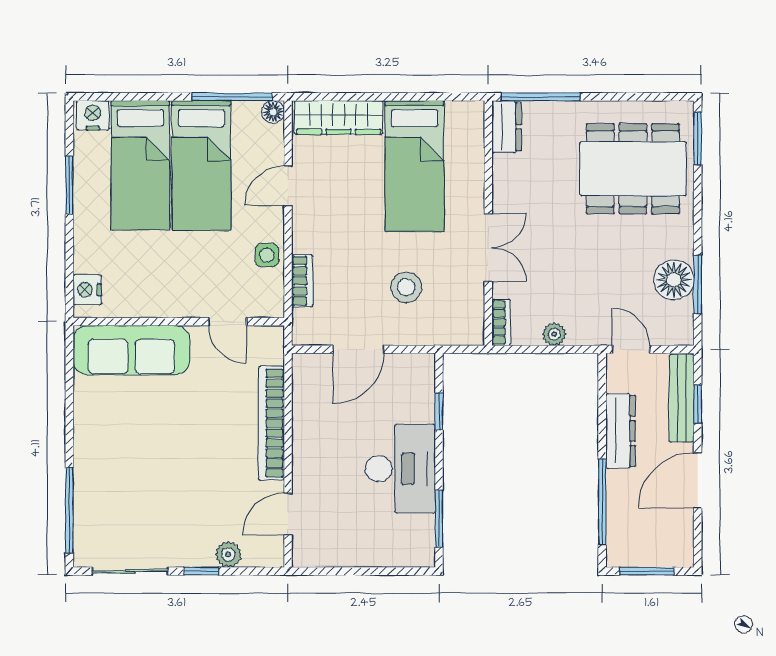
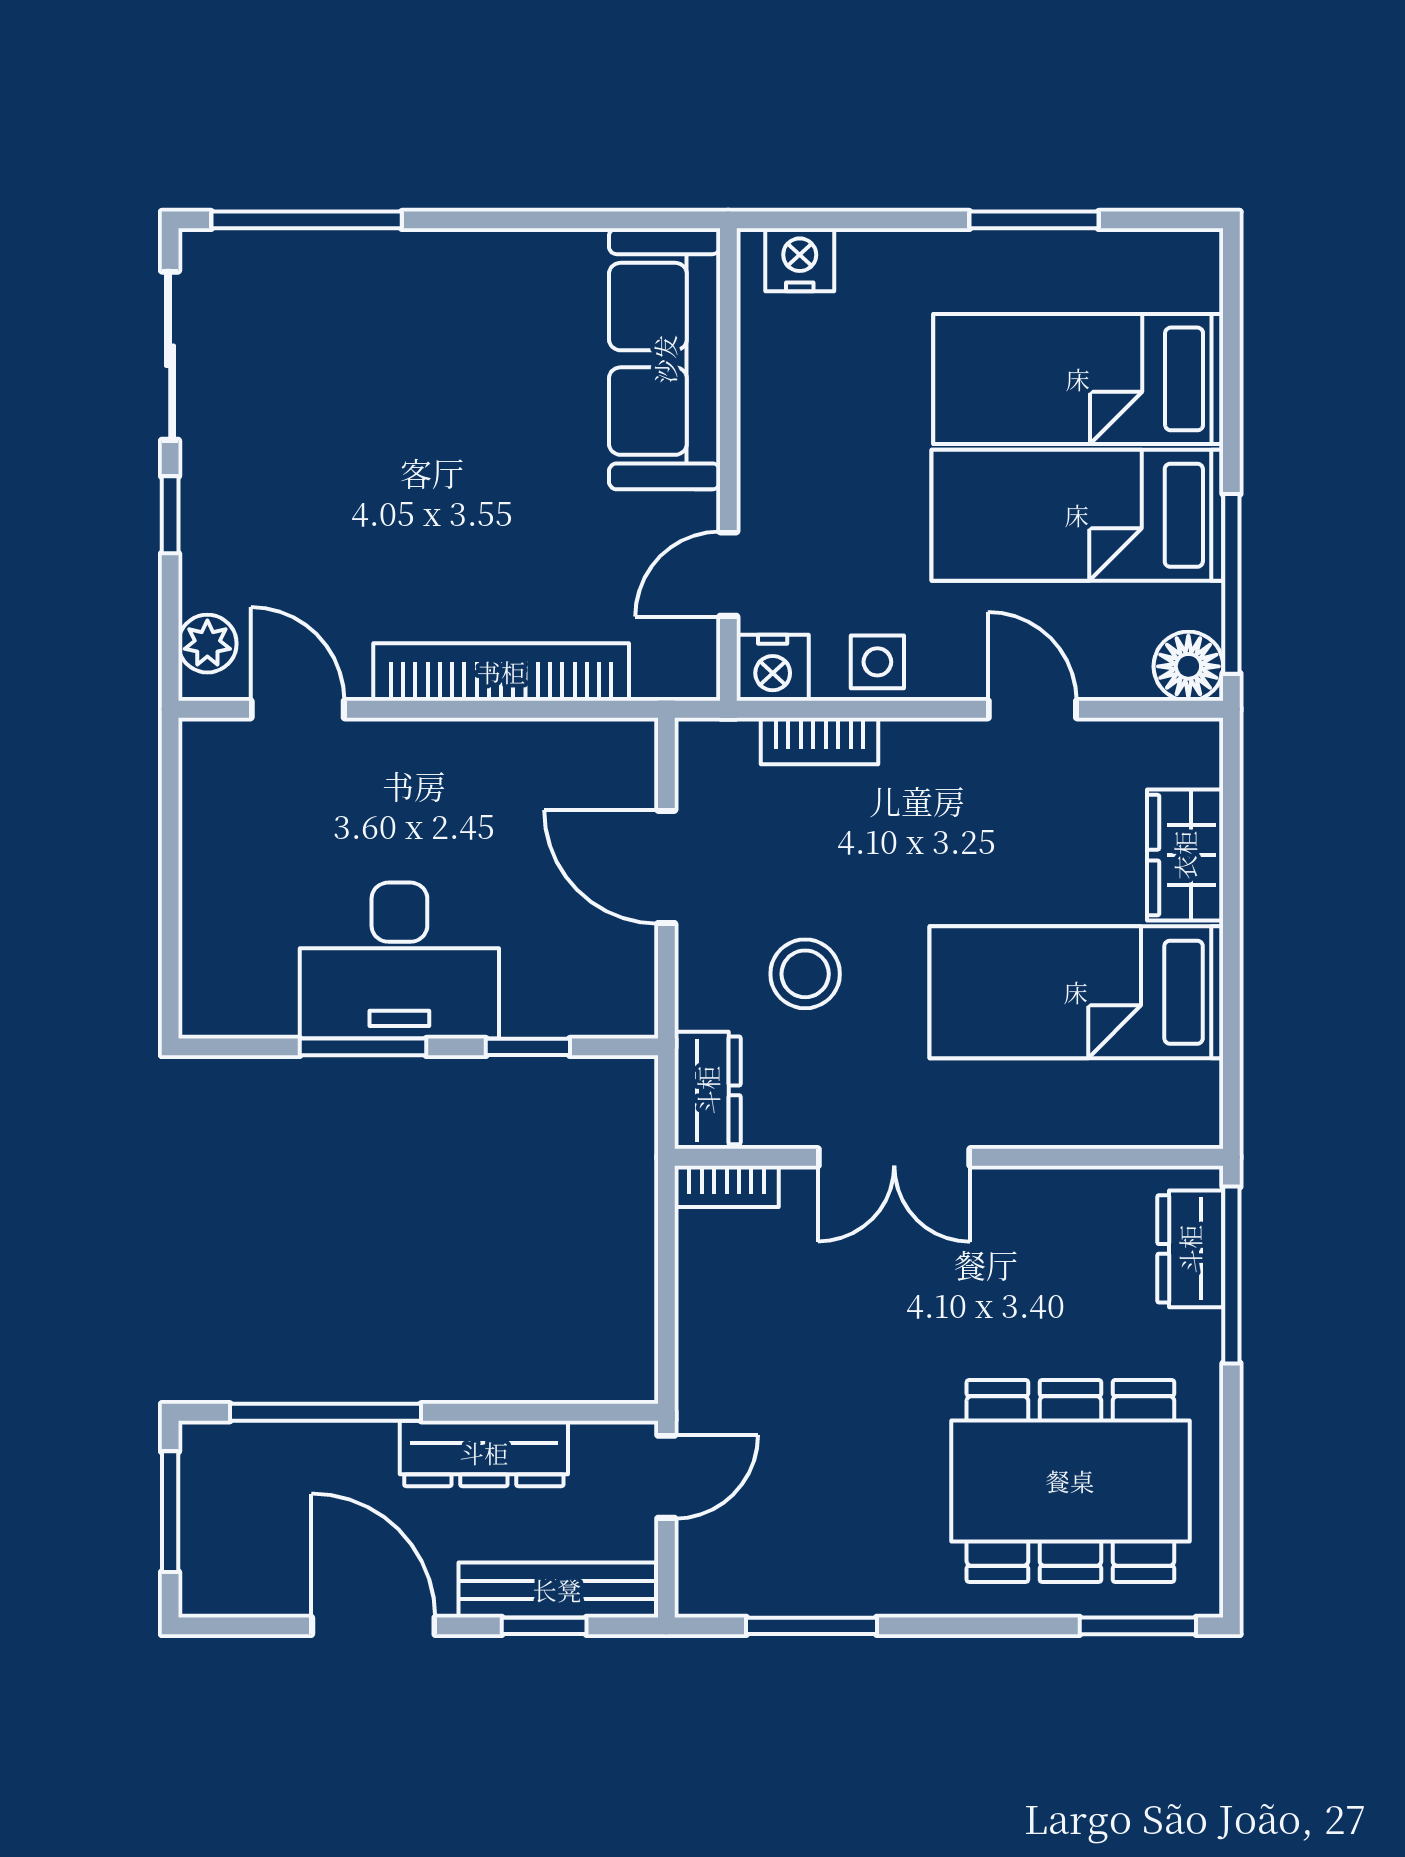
floor lamp: (273, 112) -> (1188, 666), width x1.37, depth x1.37
nightstand: (93, 115) -> (773, 668), moved, turned 90
wardrobe: (339, 118) -> (1185, 855), width x0.67
dresser: (507, 127) -> (1190, 1249), moved, turned 90
dining table: (633, 169) -> (1070, 1481), turned 90
floor lamp: (674, 280) -> (822, 1573), removed
dresser: (458, 331) -> (708, 1090), added
plant: (554, 334) -> (700, 1305), removed
window: (439, 519) -> (363, 1047), moved
plant: (228, 554) -> (207, 644), moved

